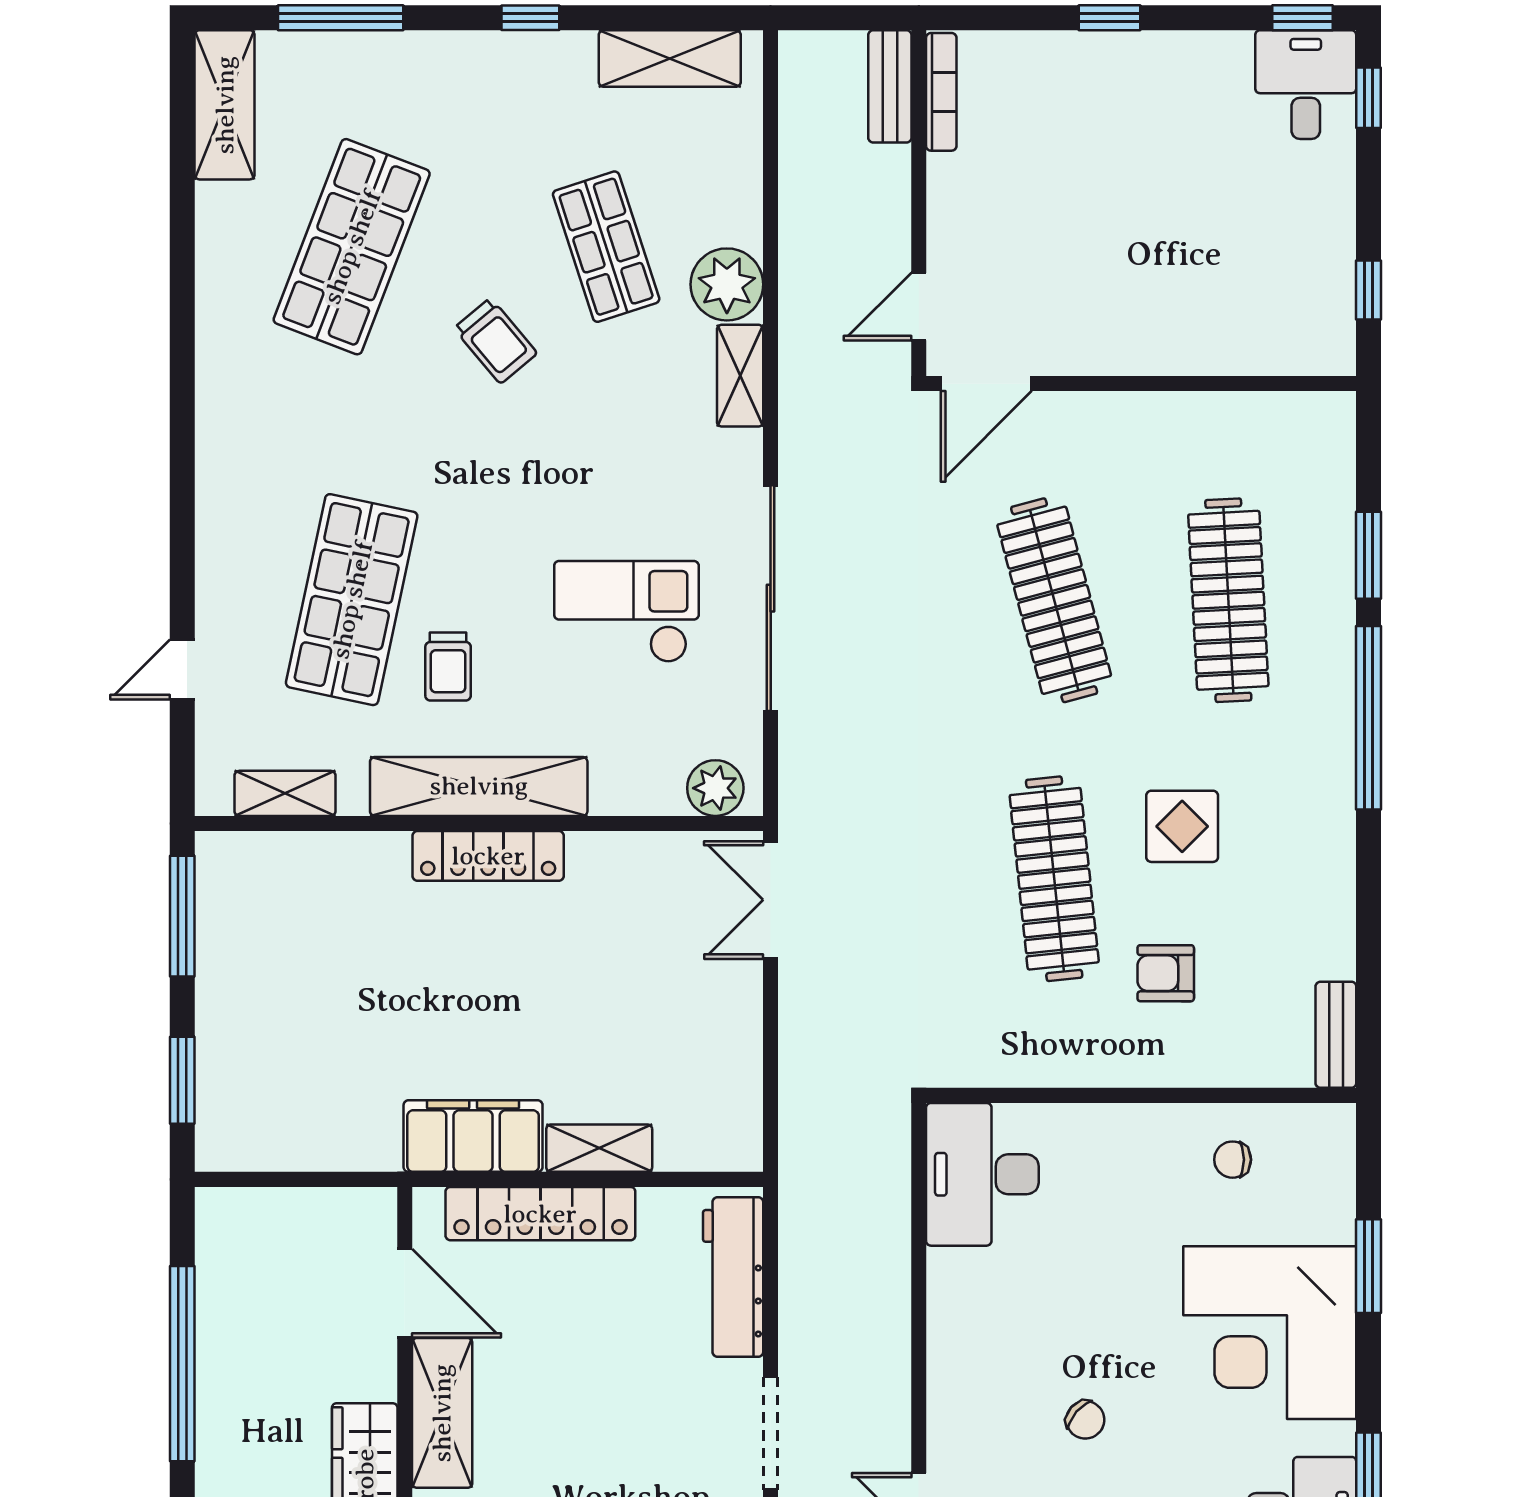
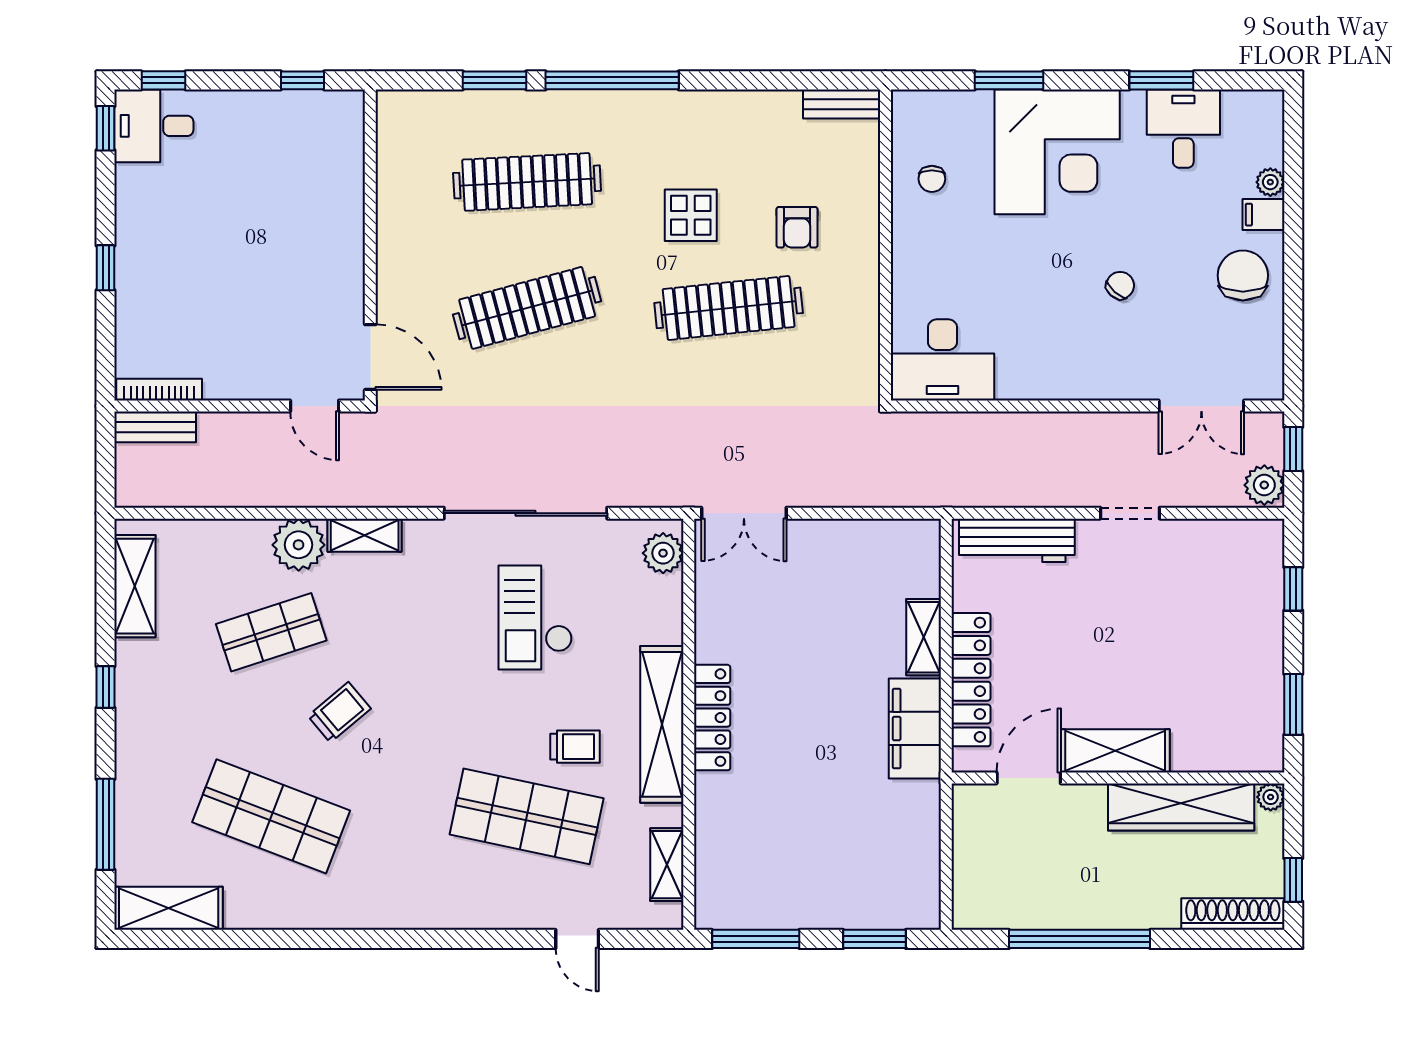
doorway: (771, 1433) -> (1130, 513), width x0.73

